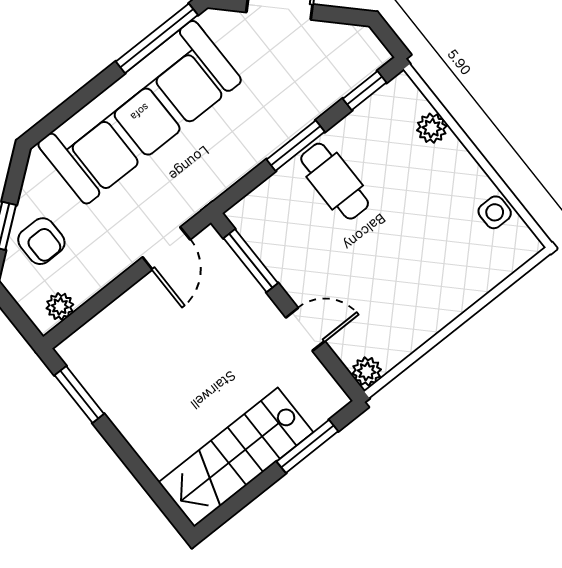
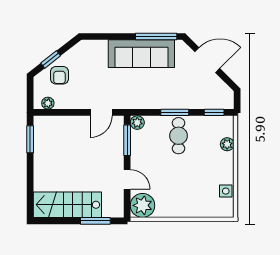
sofa: (140, 112) -> (141, 54), width x0.74, depth x0.79
plant: (244, 216) -> (137, 123), added
plant: (367, 371) -> (143, 205), width x1.88, depth x1.88

